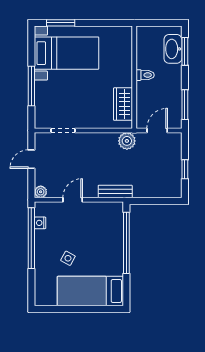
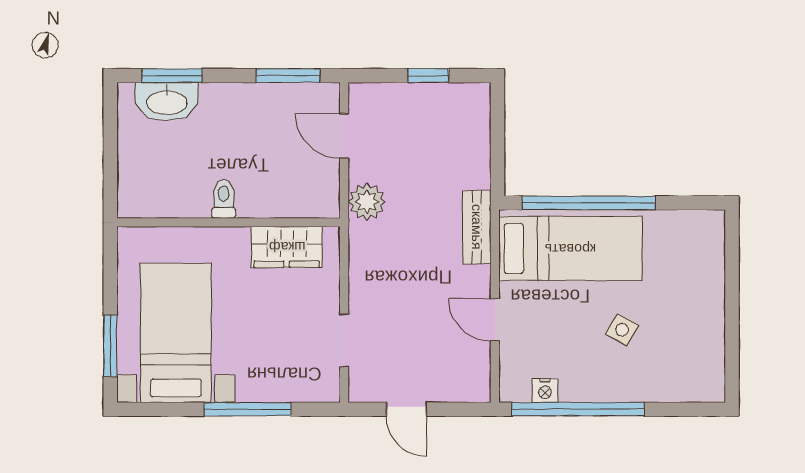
toilet: (145, 75) -> (224, 199), moved
wall: (134, 77) -> (229, 222), moved
wardrobe: (123, 104) -> (287, 247), moved
plant: (41, 192) -> (478, 389), removed
bed: (90, 291) -> (570, 249), moved, turned -90

